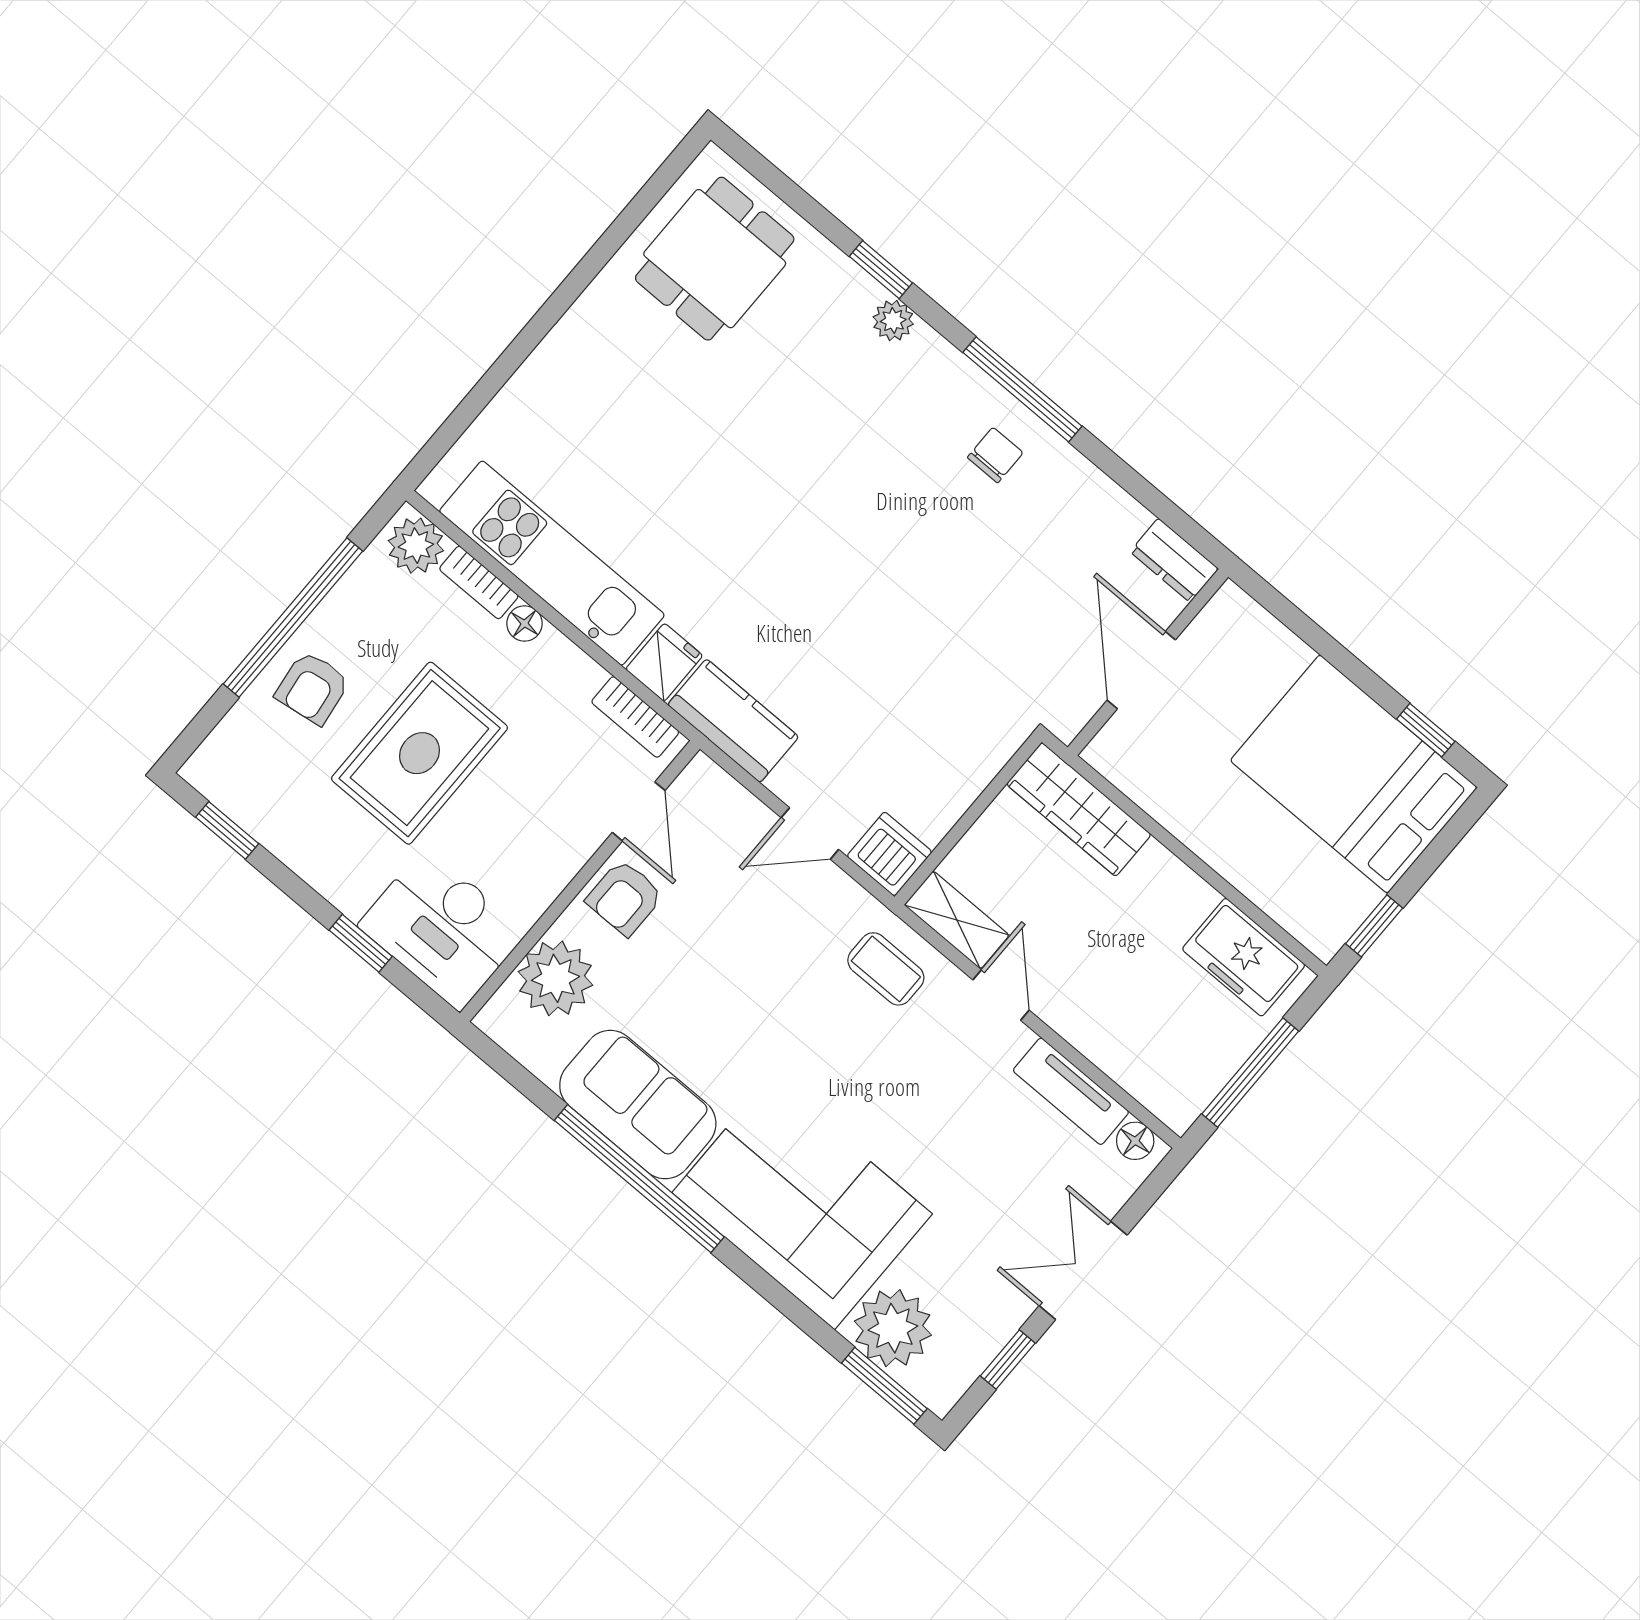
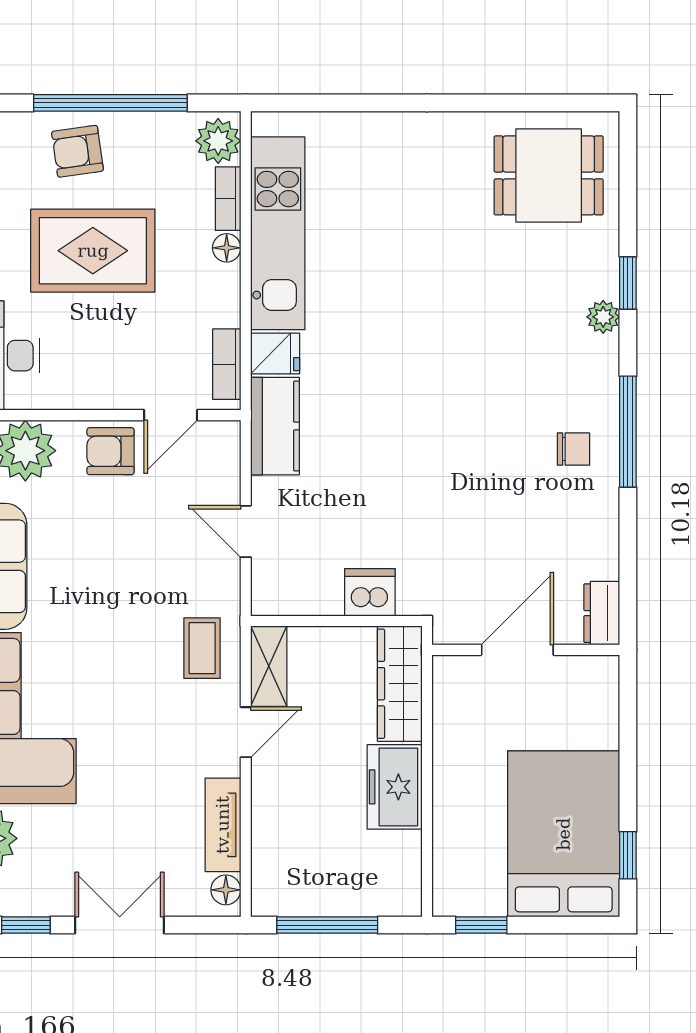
dishwasher: (889, 854) -> (370, 592), moved, turned -90
freezer: (1244, 957) -> (395, 787), moved

